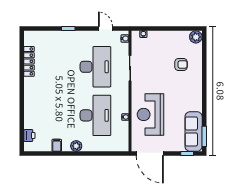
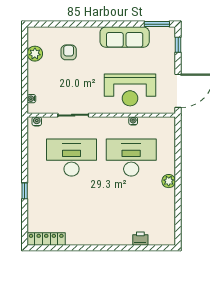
door: (105, 29) -> (25, 145), removed
plant: (196, 37) -> (35, 54), moved
locker: (29, 61) -> (46, 239), moved
sofa: (194, 131) -> (125, 37), moved
printer: (29, 135) -> (140, 239), moved
filing cabinet: (57, 145) -> (168, 205), removed

